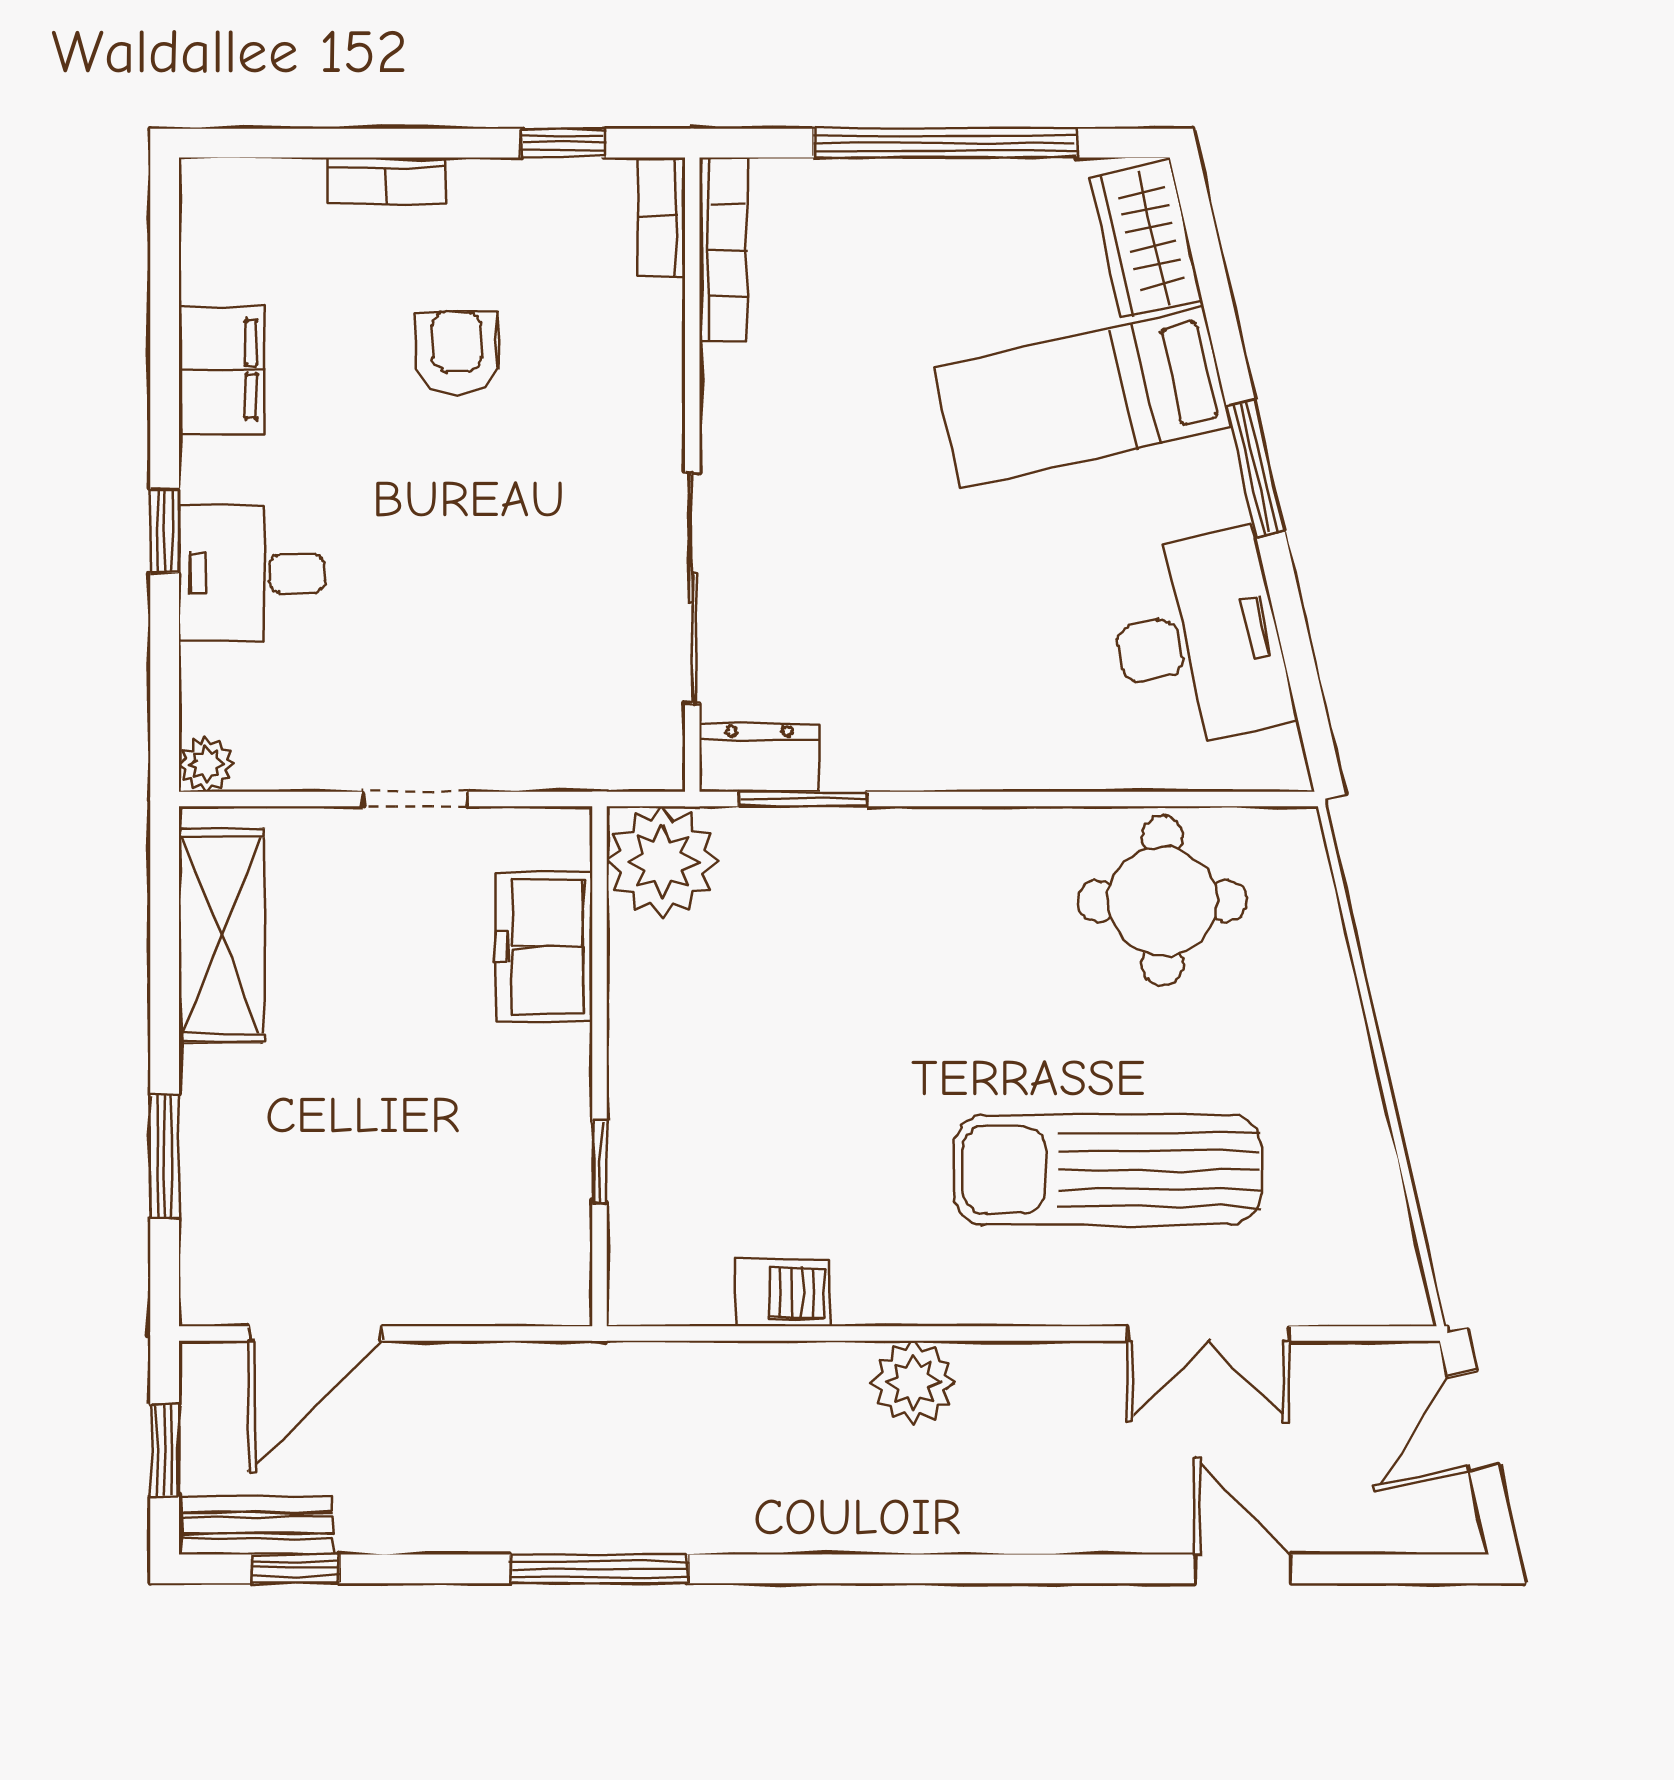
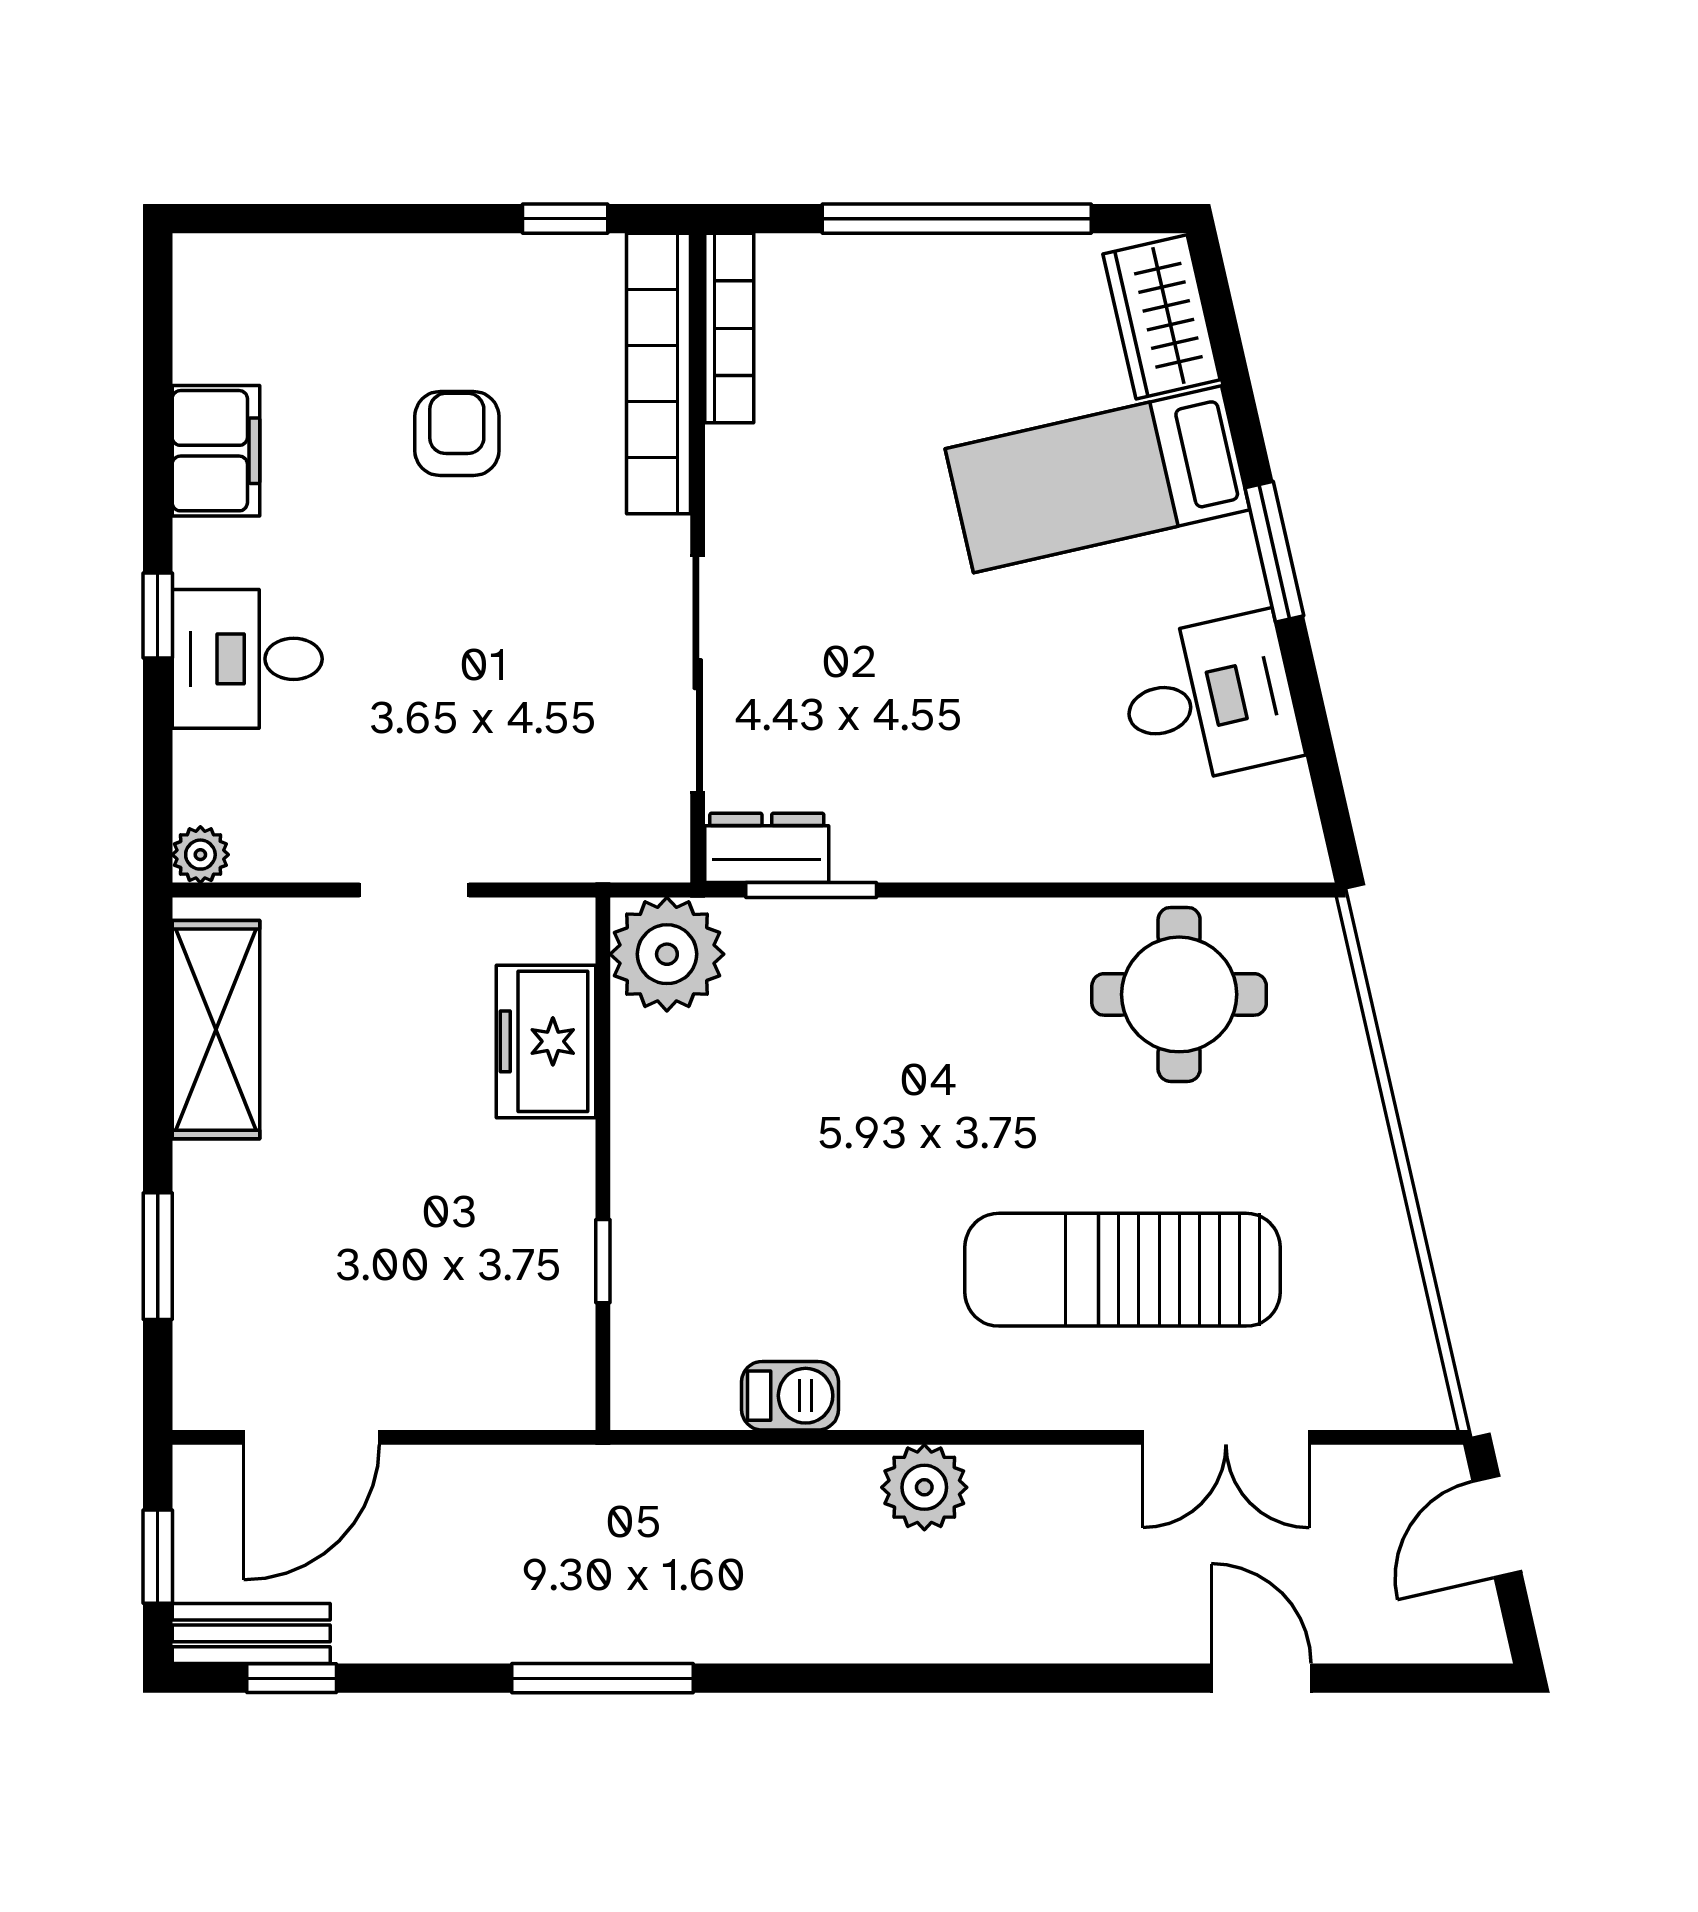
bookcase: (386, 181) -> (385, 257), removed
bookcase: (661, 217) -> (659, 374), width x2.31, depth x1.31
desk: (1198, 640) -> (1209, 699), width x0.73

